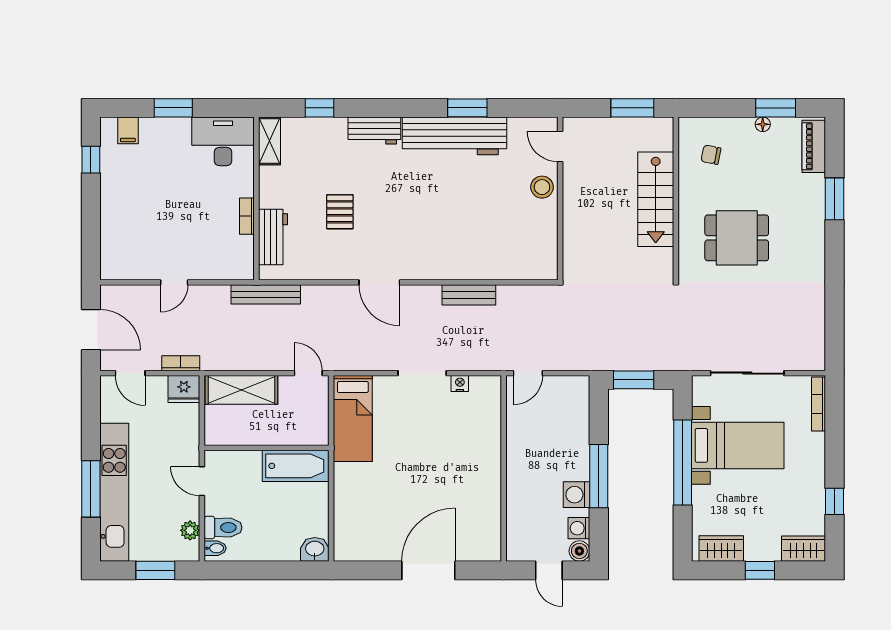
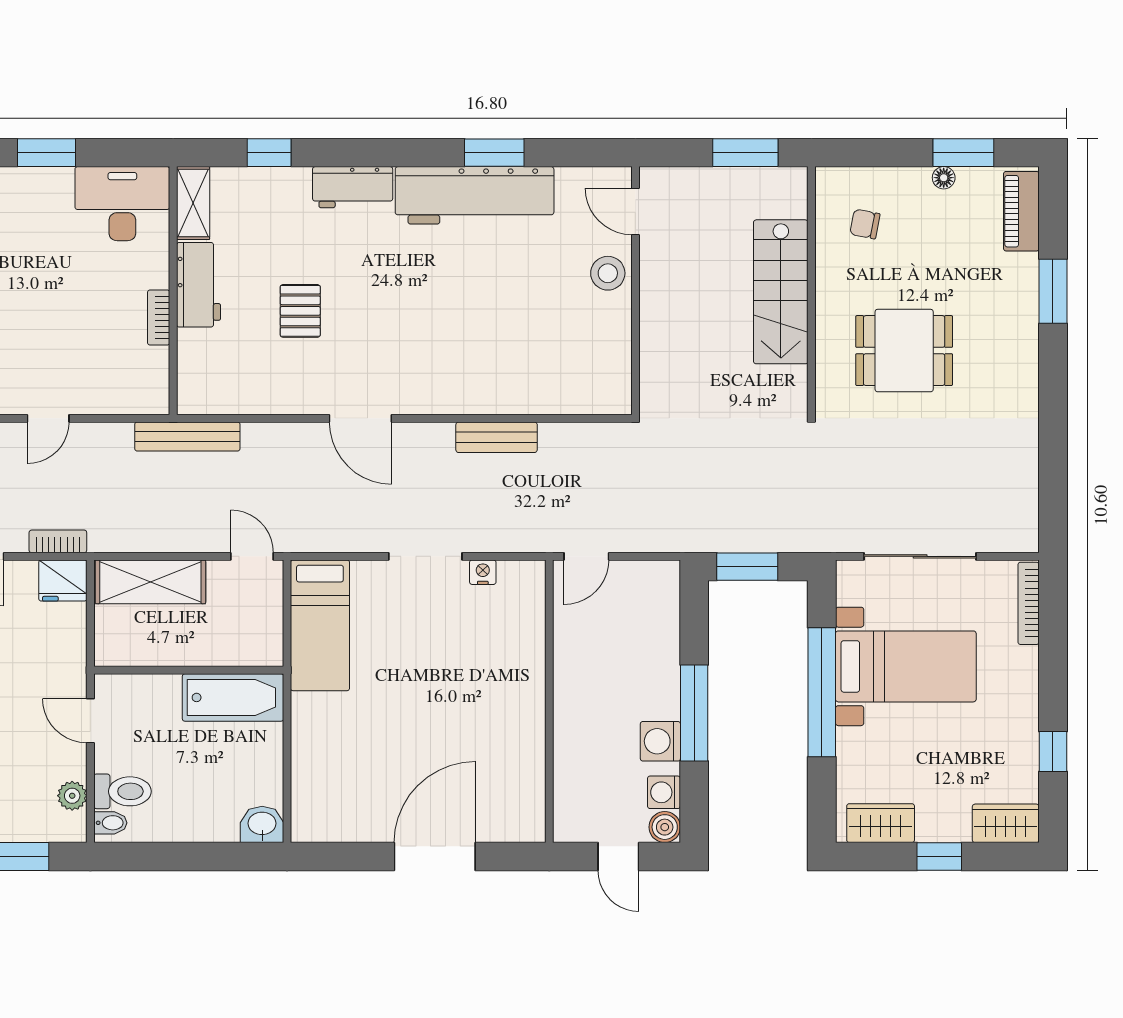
workbench: (273, 237) -> (199, 285), moved

